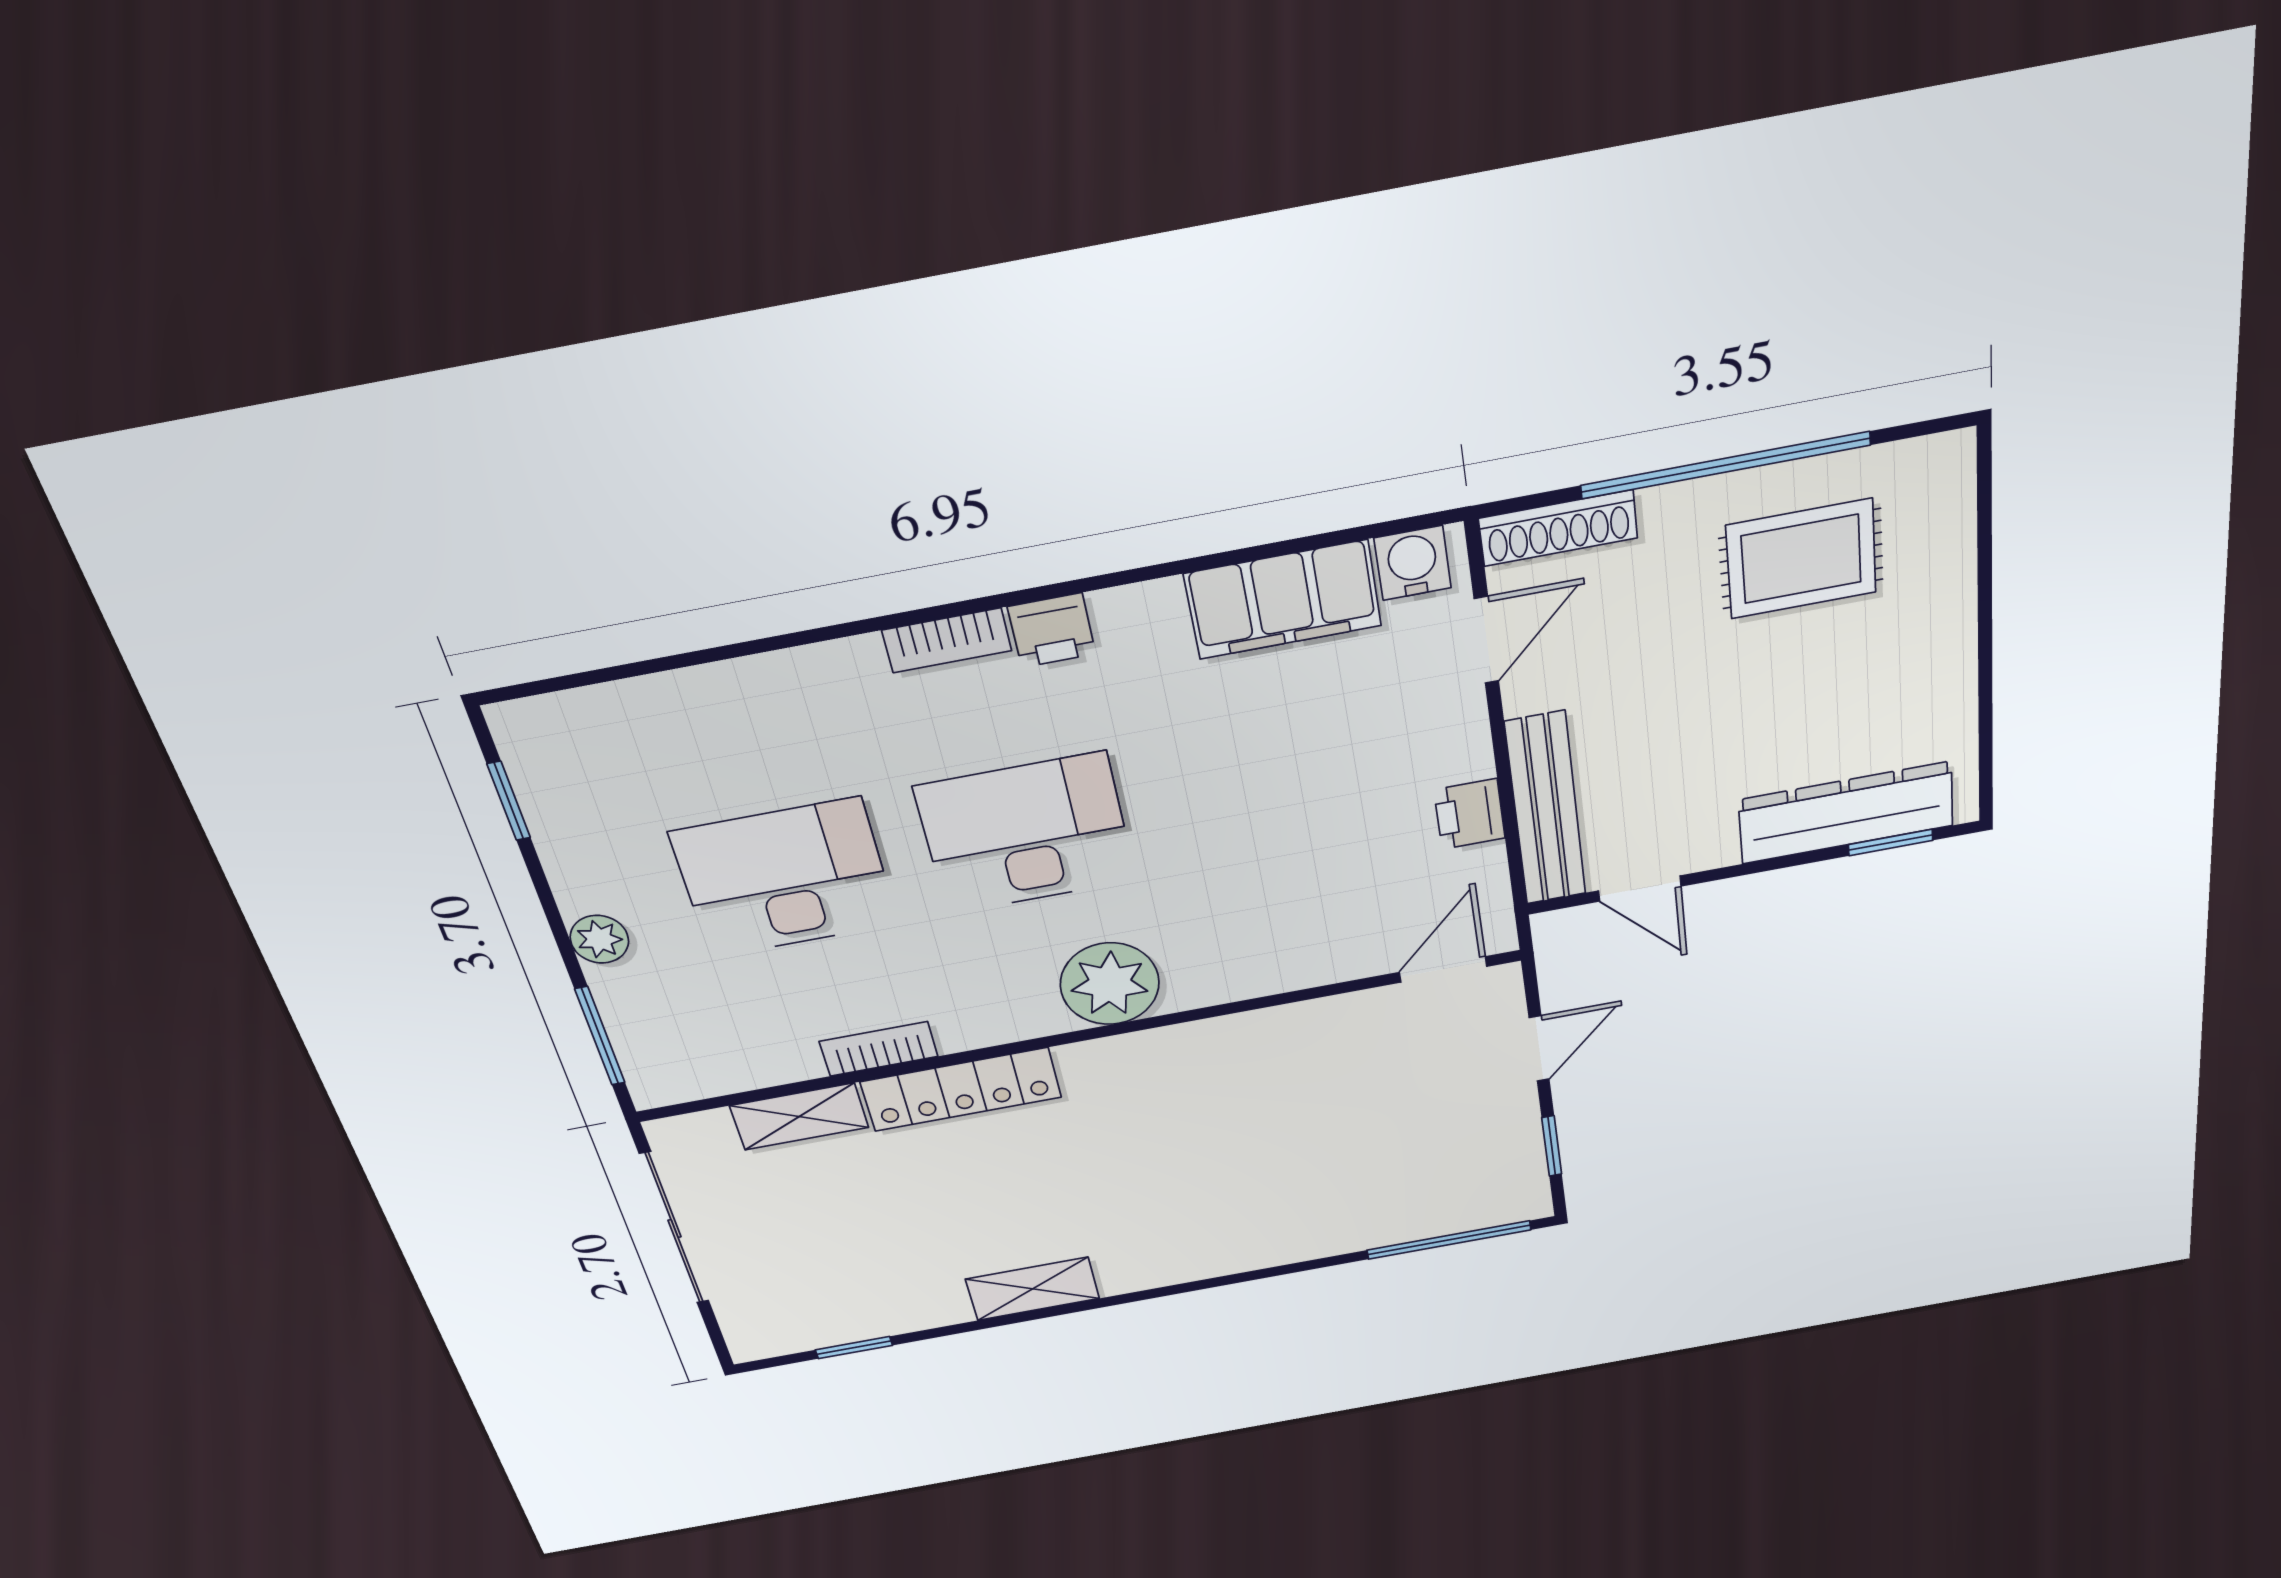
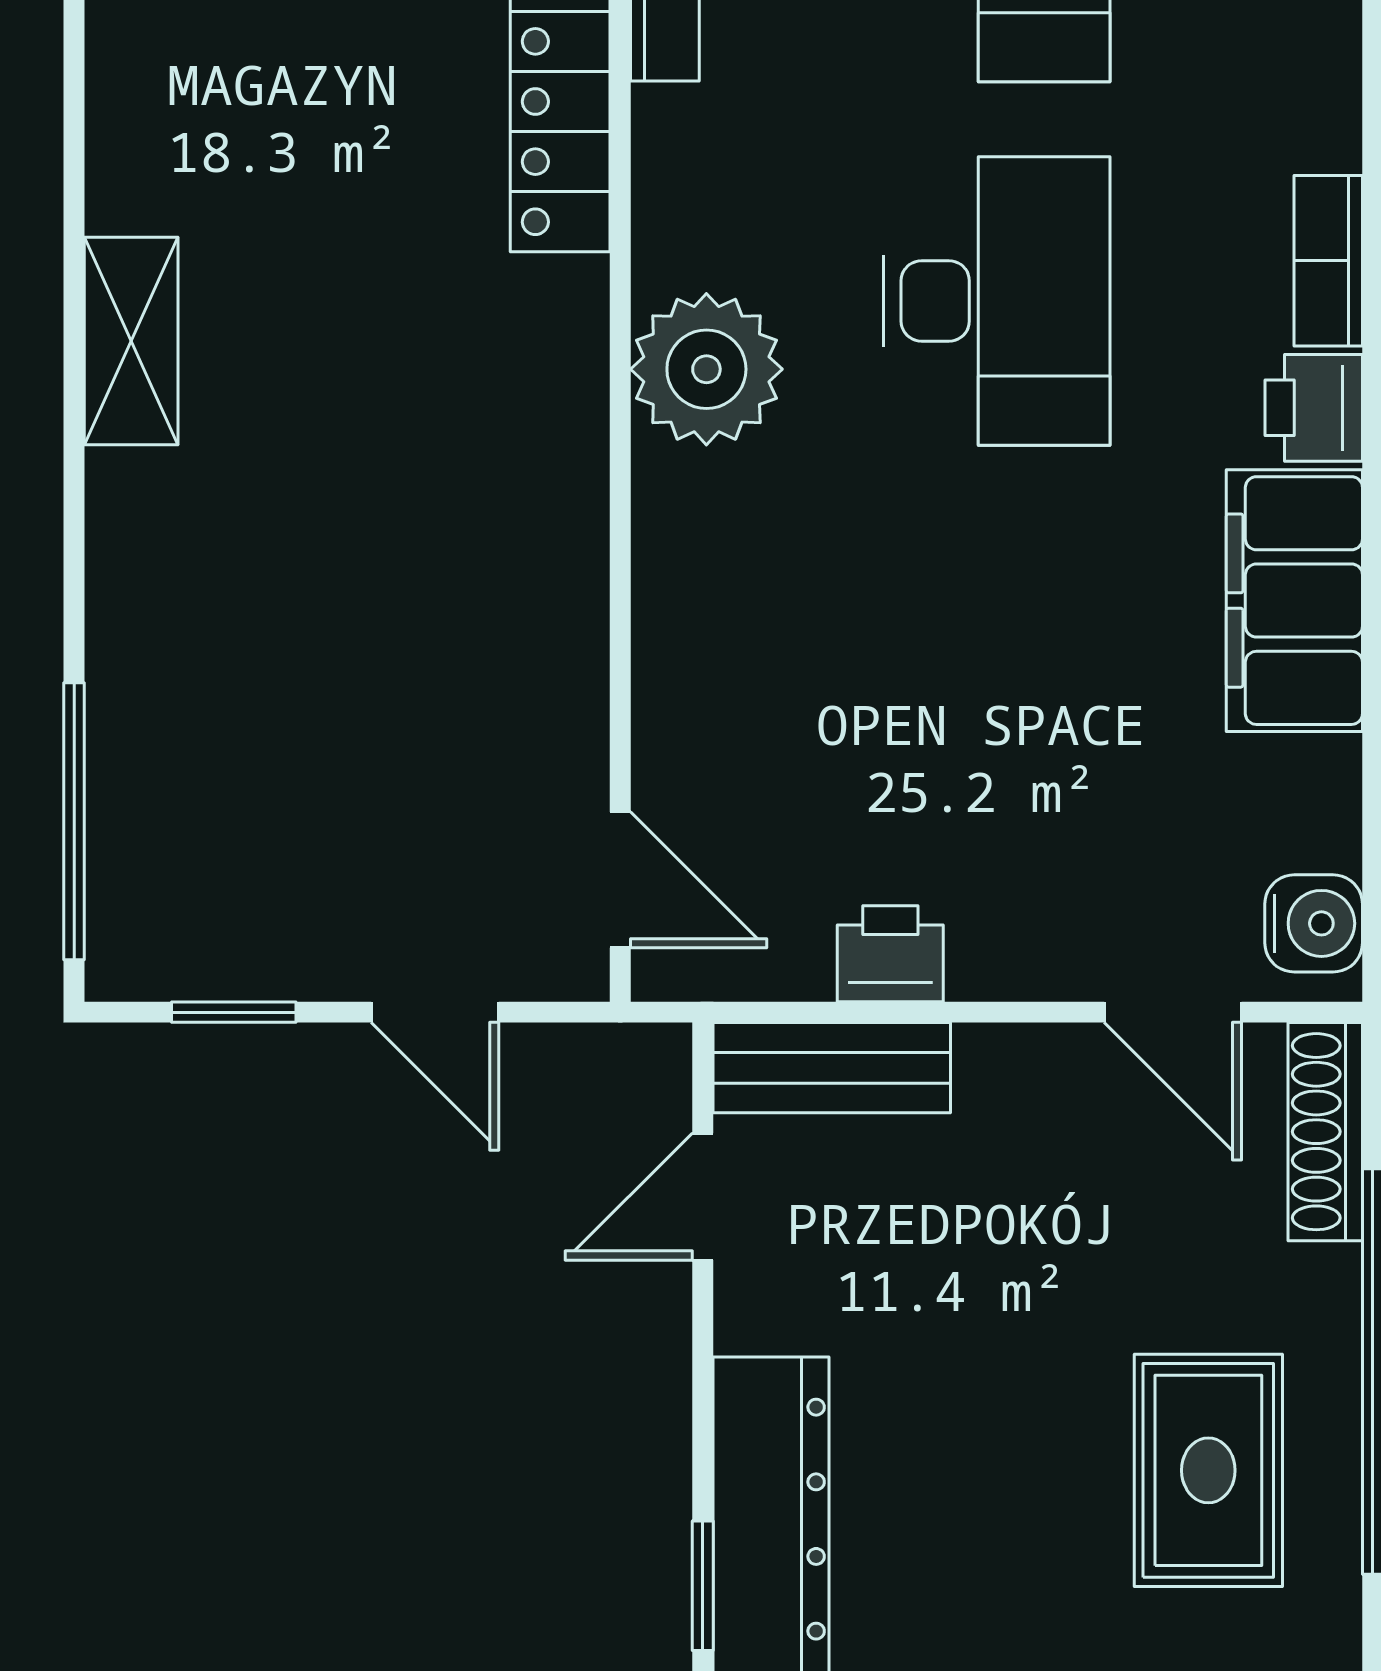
filing cabinet: (1283, 600) -> (1294, 601), moved
bench: (1546, 809) -> (832, 1068), width x0.73
shelving: (1033, 1289) -> (131, 341), moved

